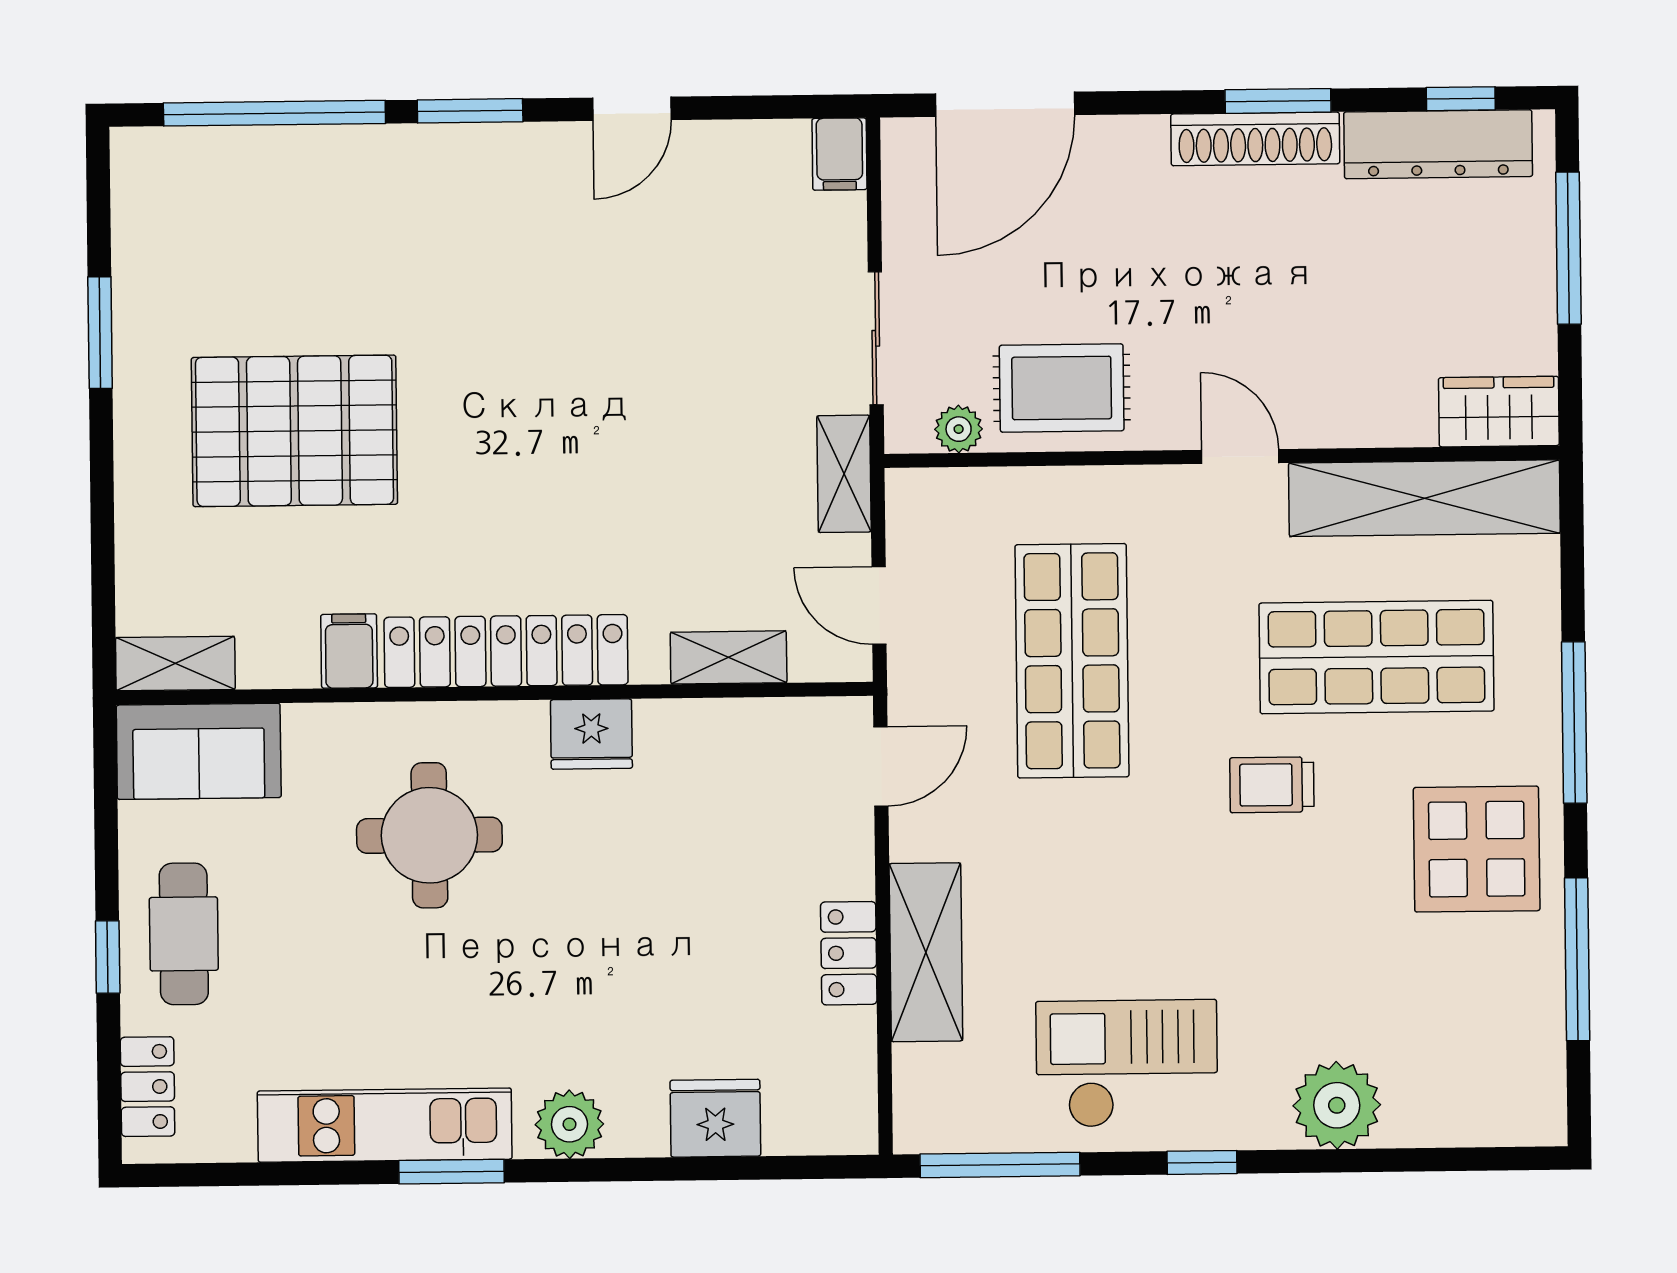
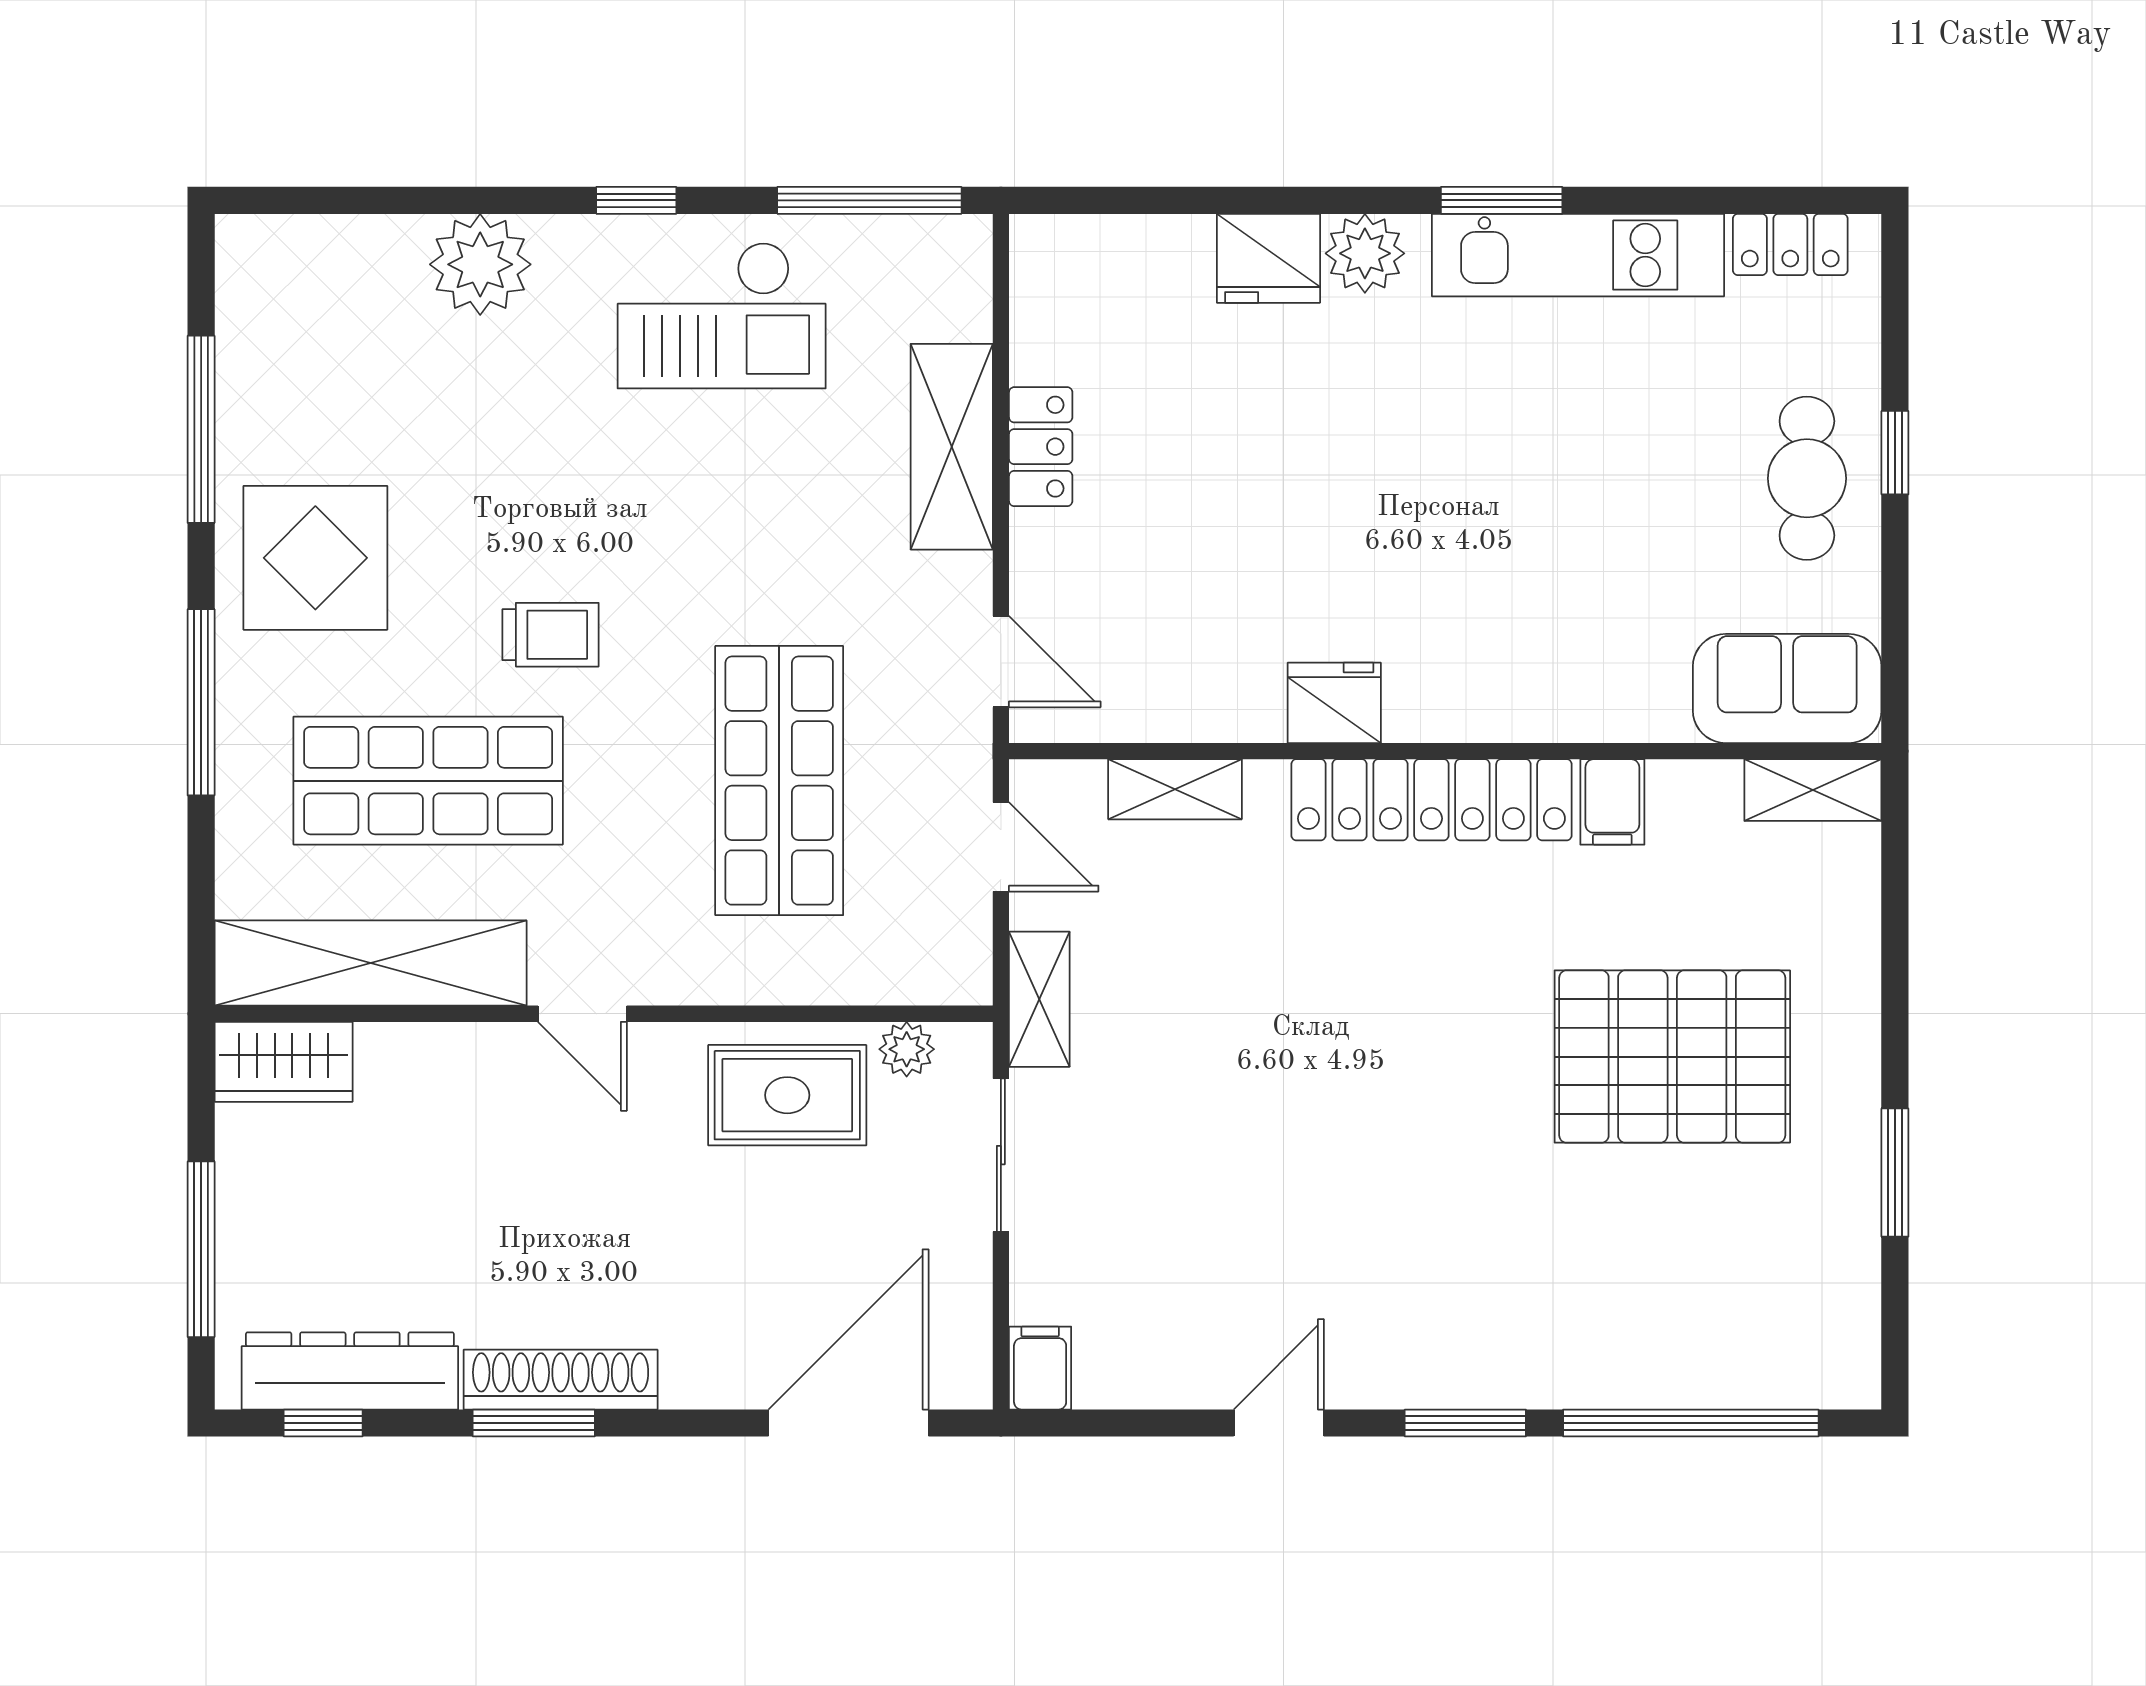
door: (881, 766) -> (1001, 662), swing flipped
round table: (429, 835) -> (1522, 588), removed
locker: (148, 1087) -> (1790, 245), moved, turned -90
fridge: (715, 1118) -> (1268, 258), moved

